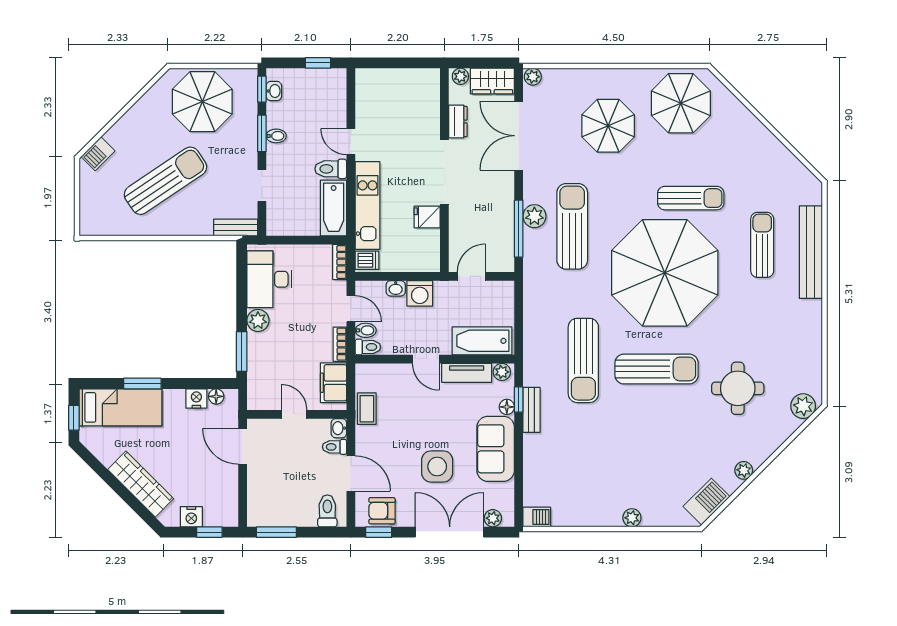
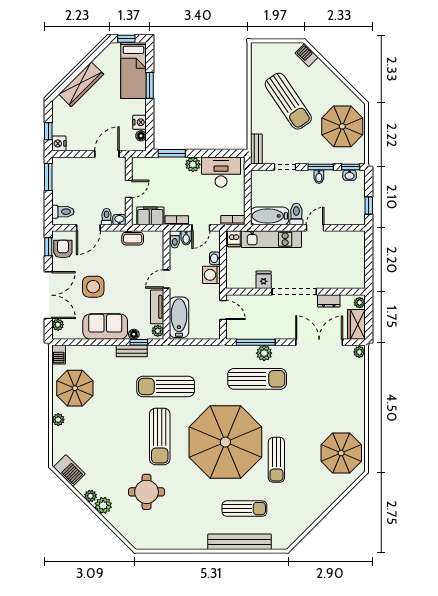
parasol: (608, 126) -> (75, 388), moved
plant: (803, 406) -> (103, 505), moved
nightstand: (191, 517) -> (59, 143), moved

